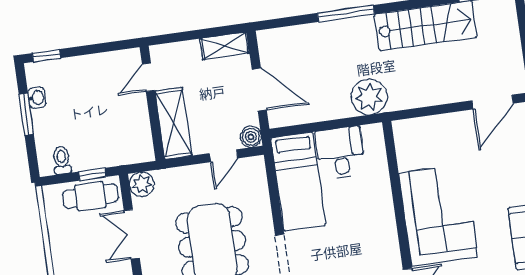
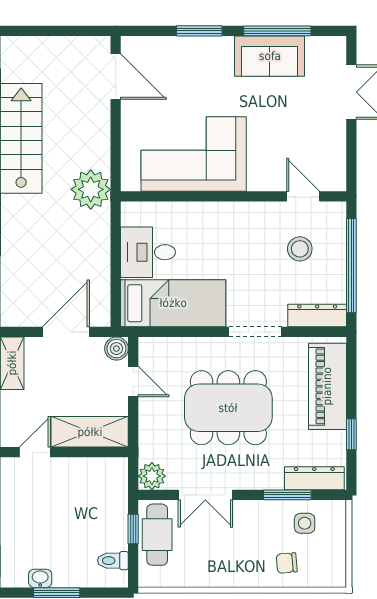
door: (148, 77) -> (35, 452), swing flipped
plant: (369, 97) -> (91, 189), moved
corner sofa: (438, 215) -> (194, 154), moved

